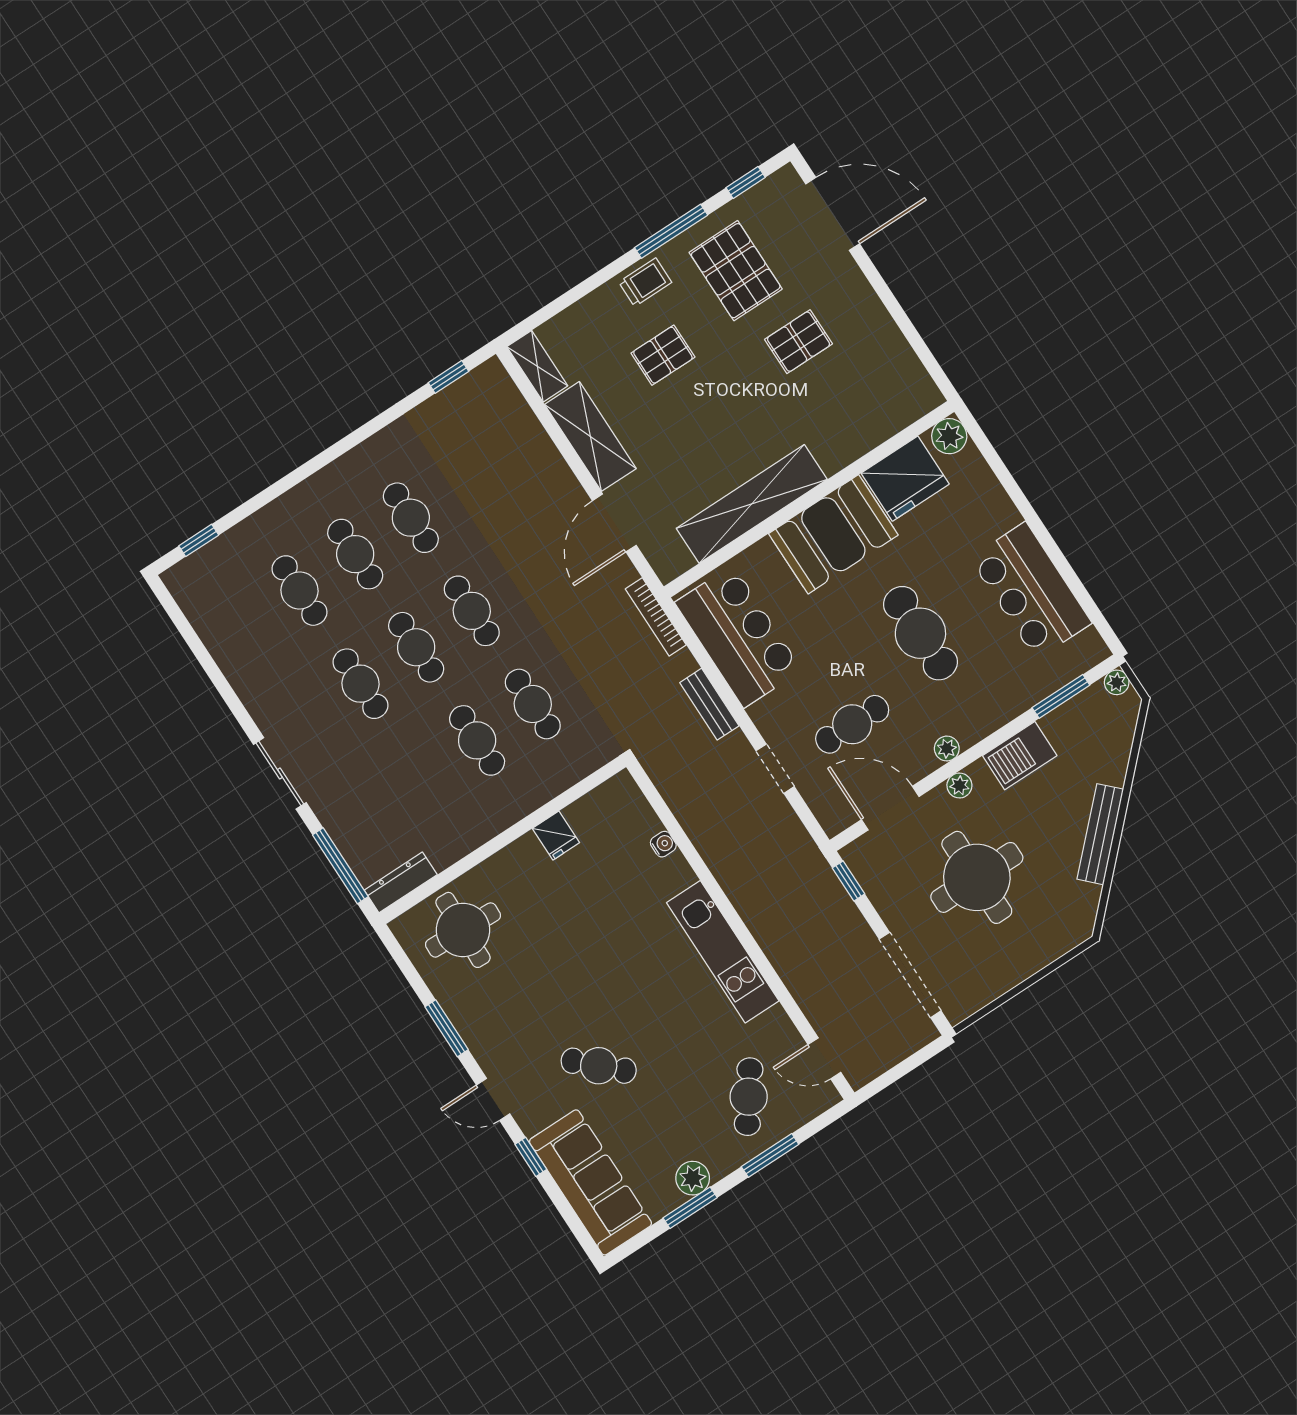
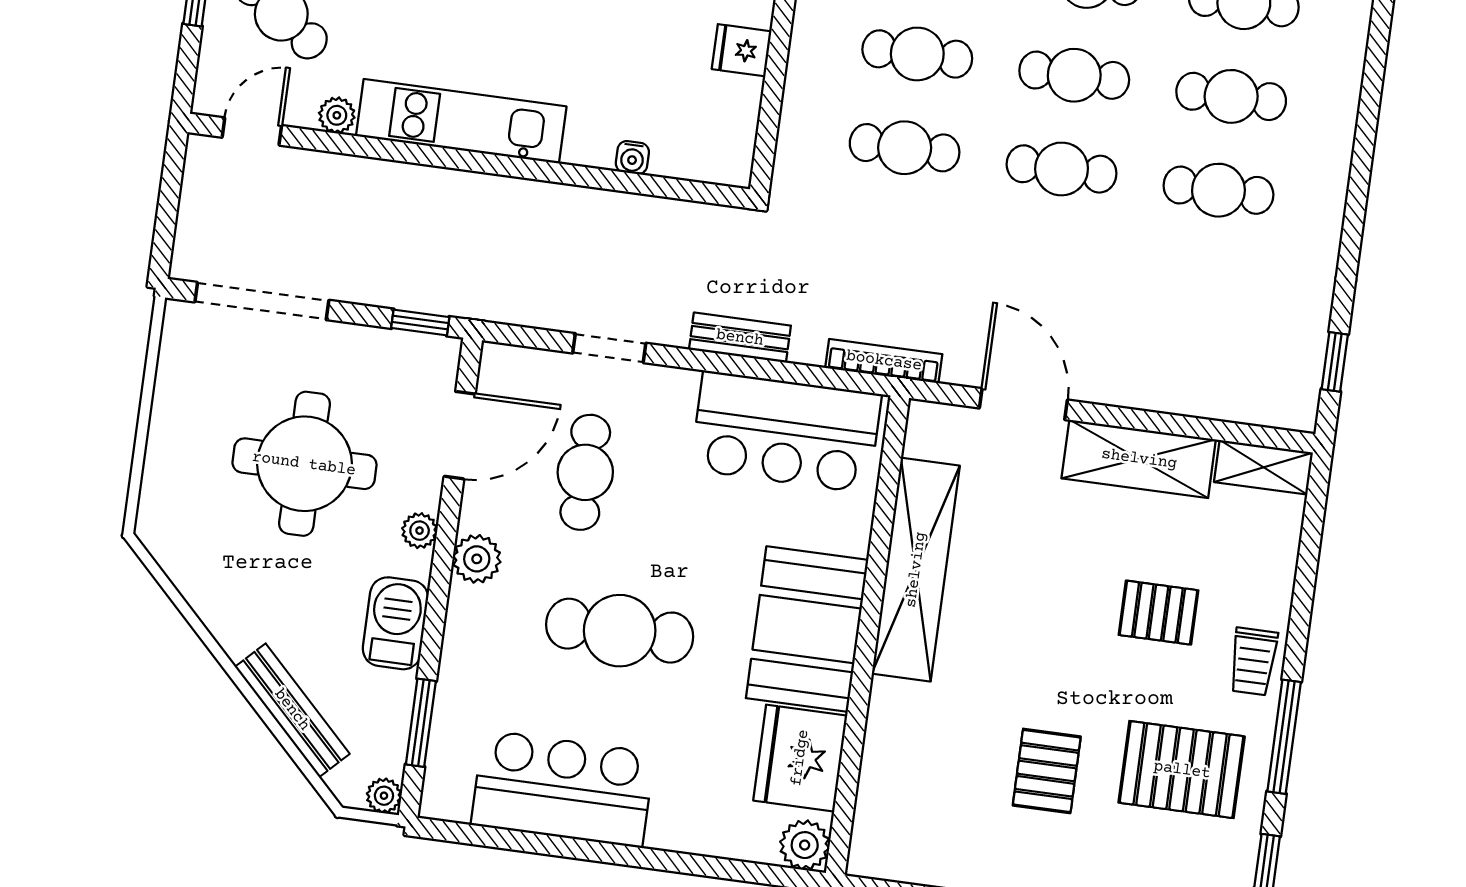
pallet: (663, 355) -> (1158, 613), turned 90
plant: (947, 749) -> (477, 559), width x1.38, depth x1.38
bench: (1100, 834) -> (292, 710), moved
plant: (777, 1021) -> (337, 115), added

